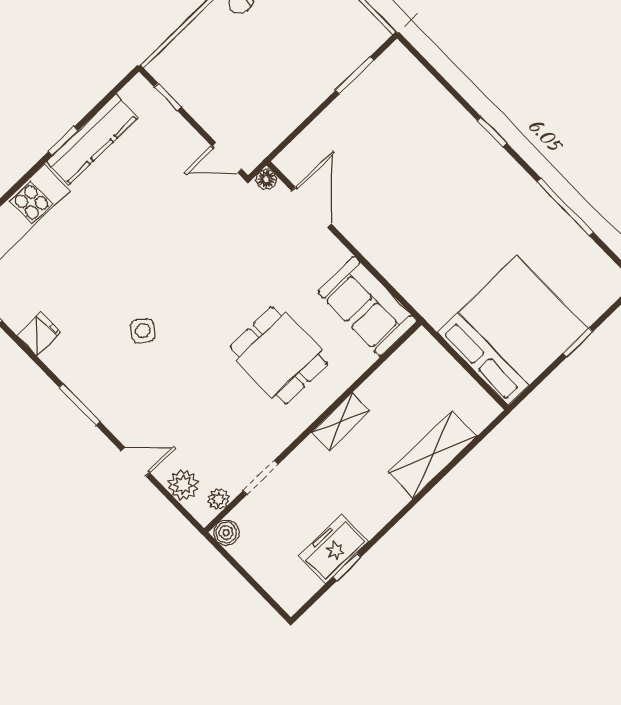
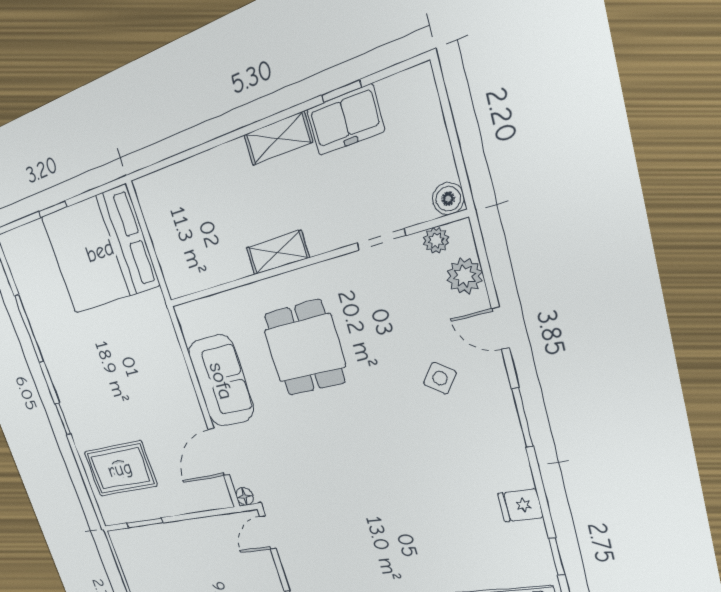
rug: (406, 119) -> (120, 469), added
door: (227, 158) -> (268, 533), swing flipped
sofa: (367, 306) -> (221, 381), moved
side table: (143, 331) -> (440, 378), moved
shelving: (433, 455) -> (278, 138), moved, width x0.67, depth x0.75

